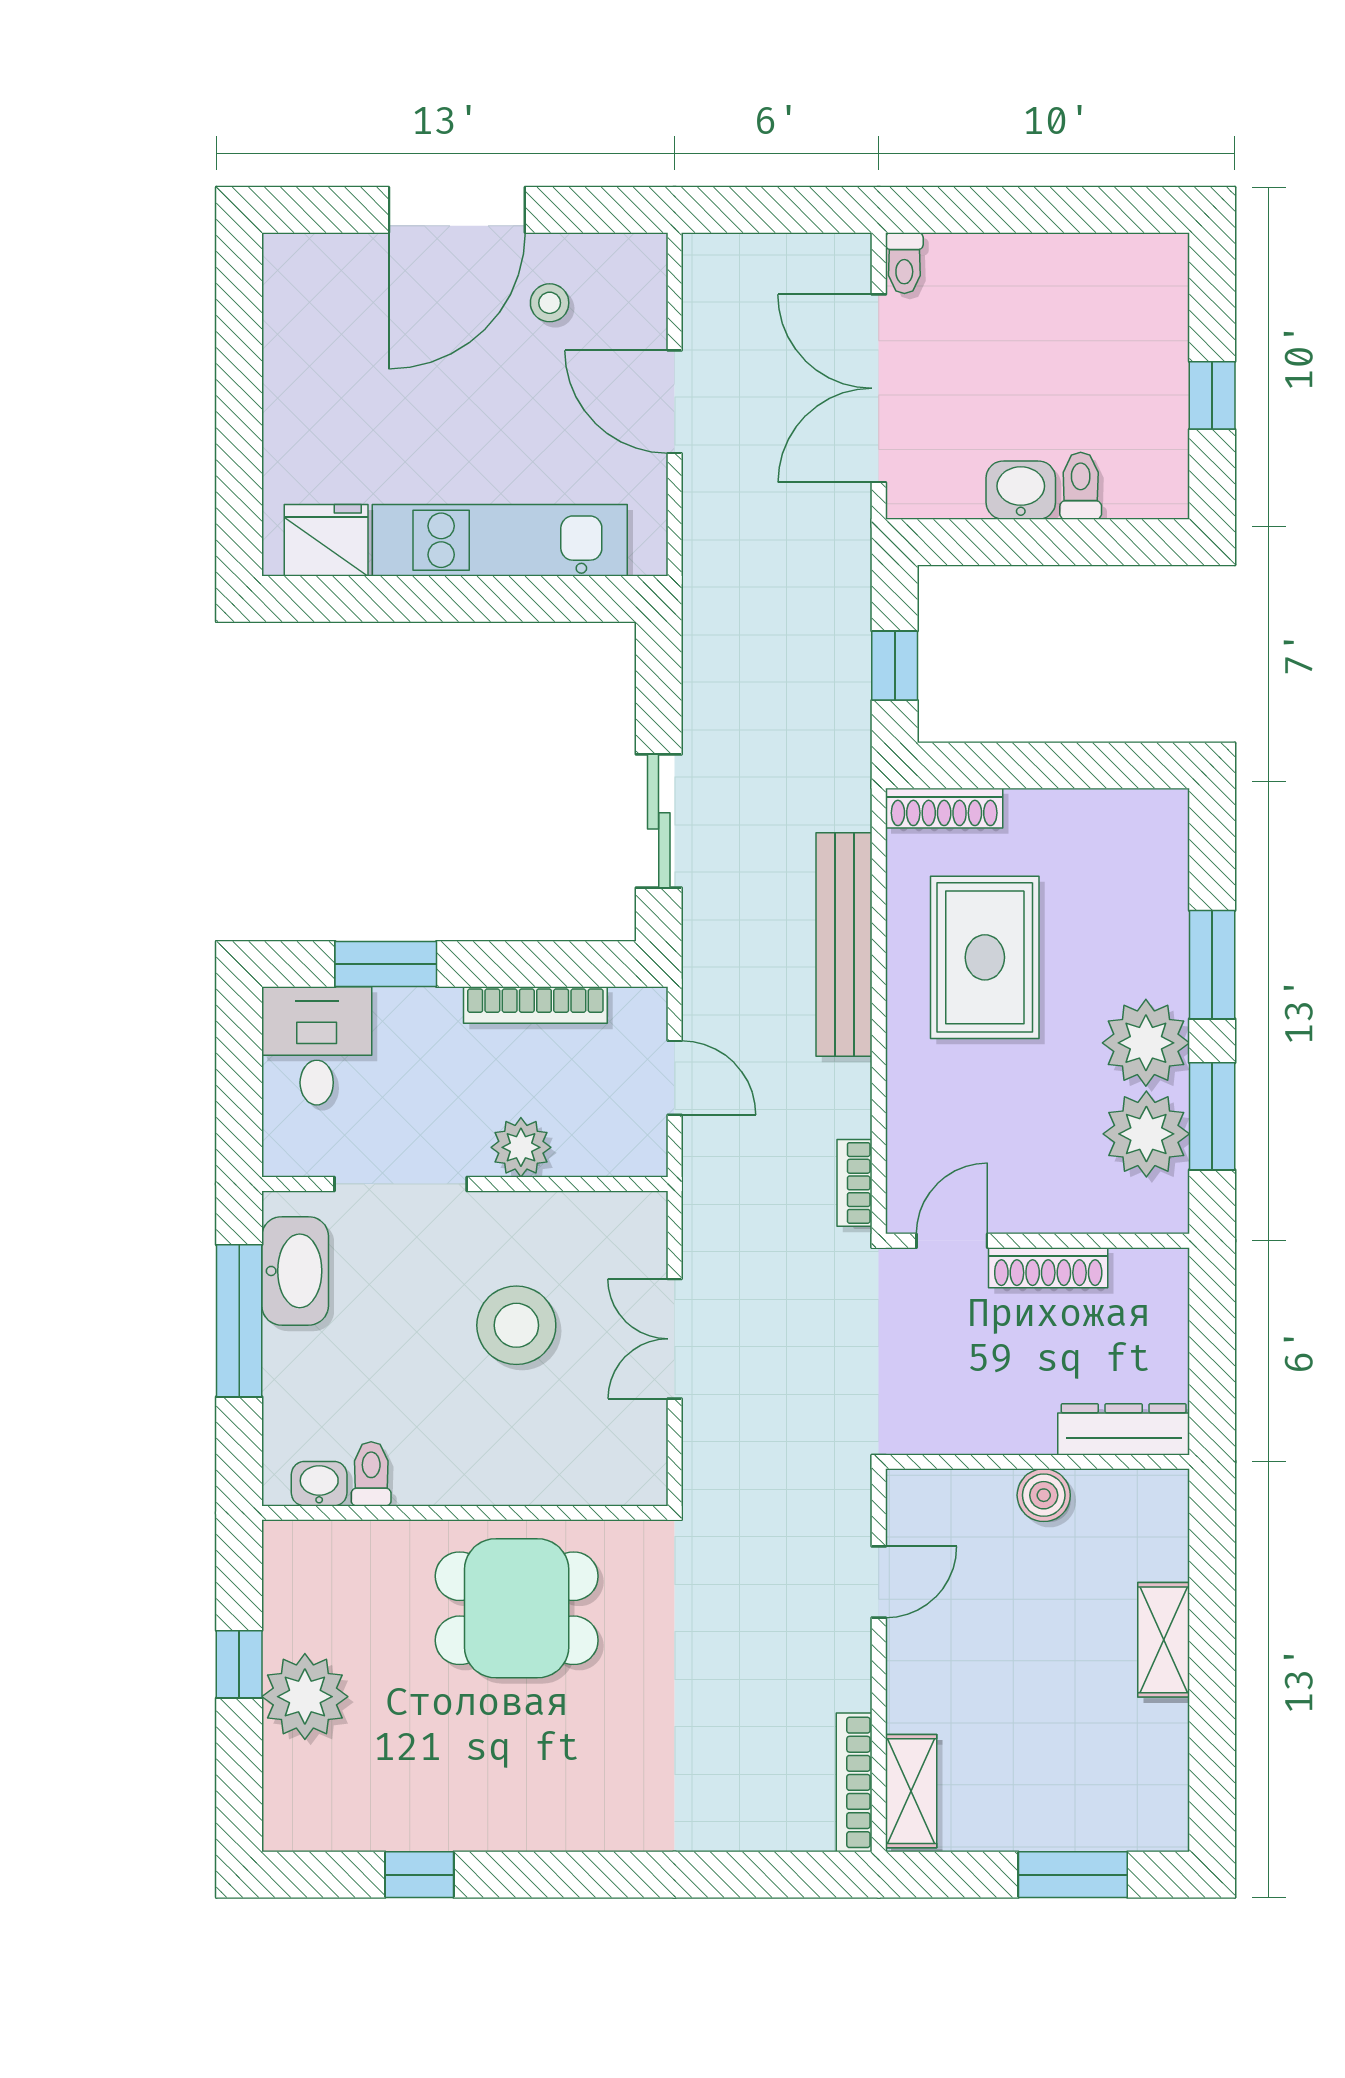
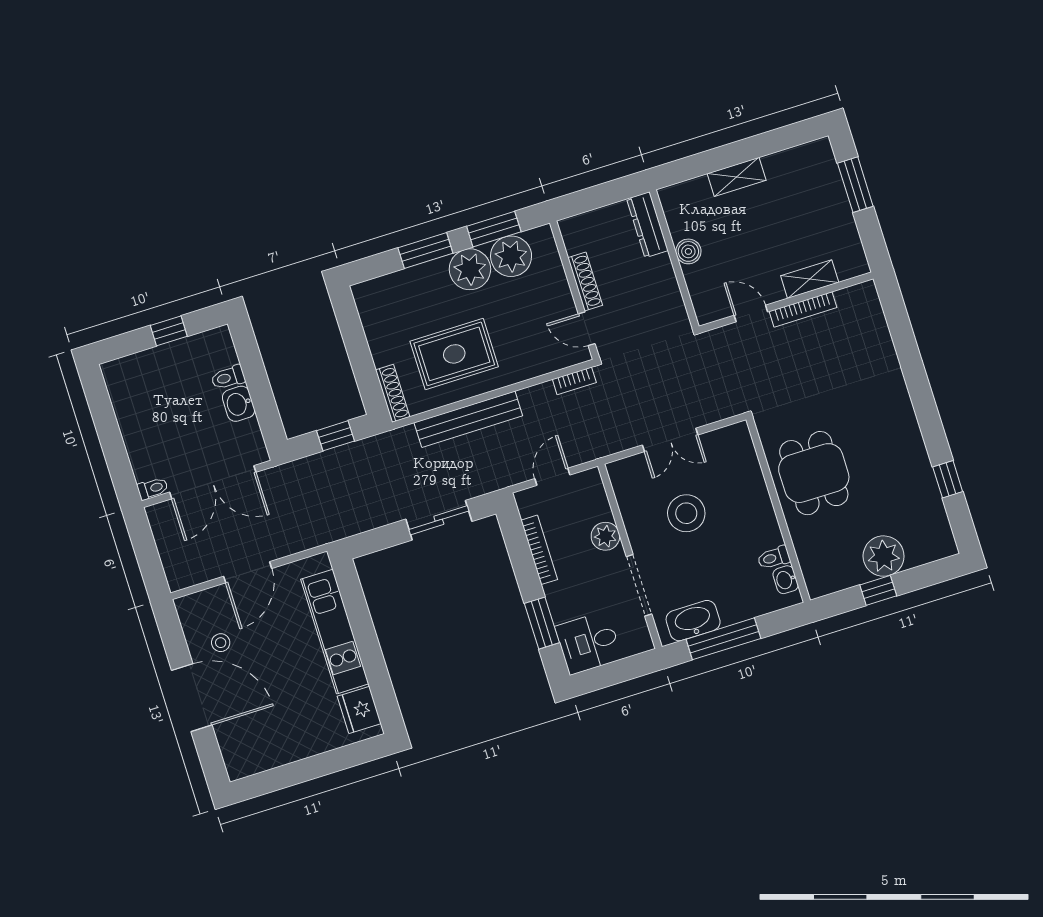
bookcase: (854, 1782) -> (803, 309), moved
shelving: (911, 1791) -> (810, 279), moved

